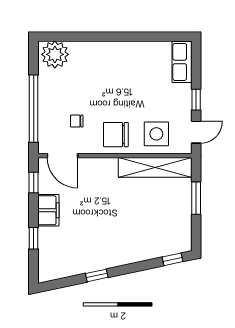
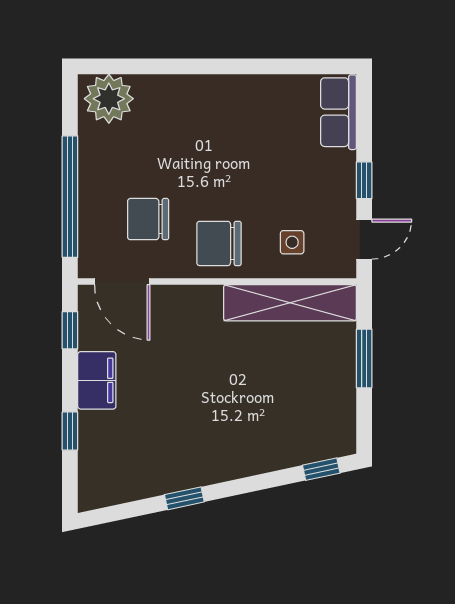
chair: (77, 121) -> (148, 219), width x1.87, depth x1.87
side table: (156, 134) -> (292, 242), width x0.54, depth x0.54

